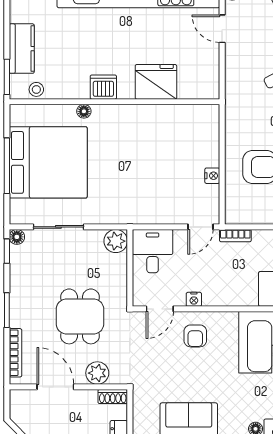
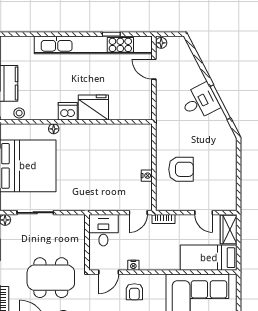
fridge: (156, 82) -> (93, 108), moved
plant: (116, 241) -> (77, 223), removed
dining table: (80, 316) -> (51, 278), width x1.38

